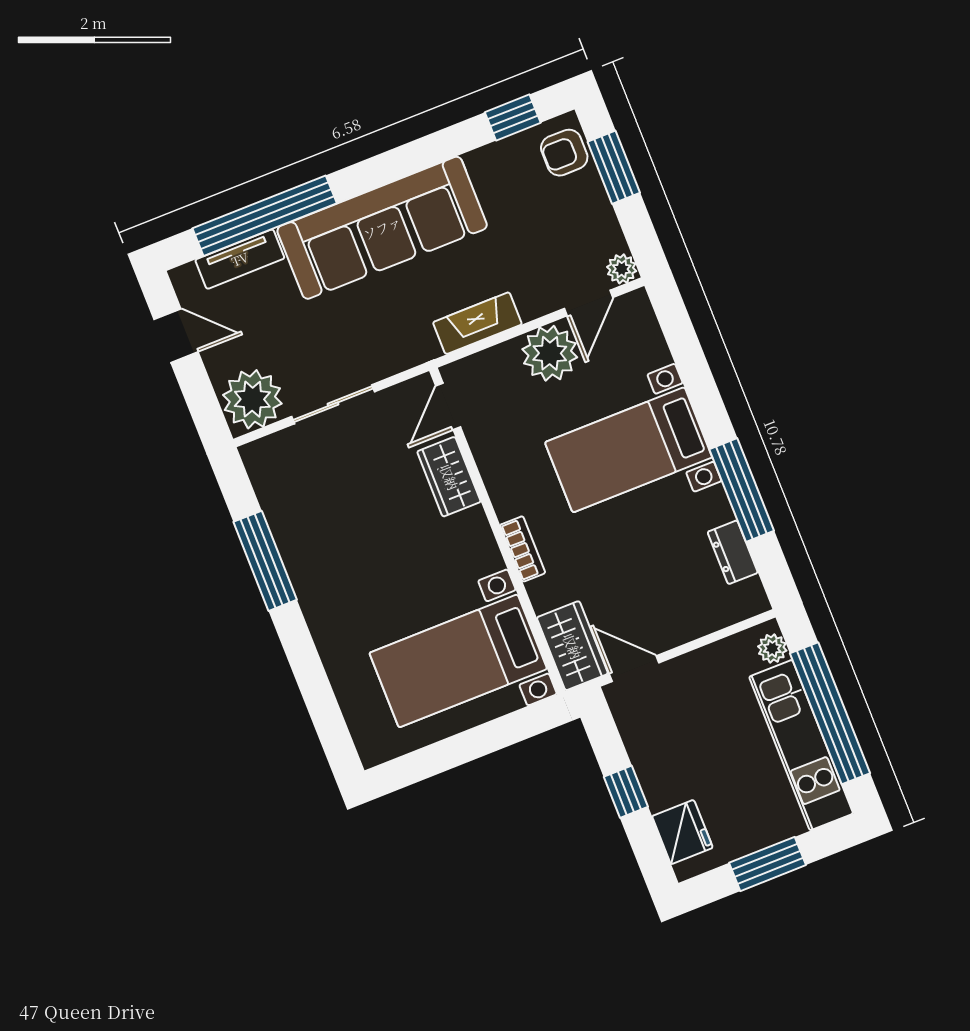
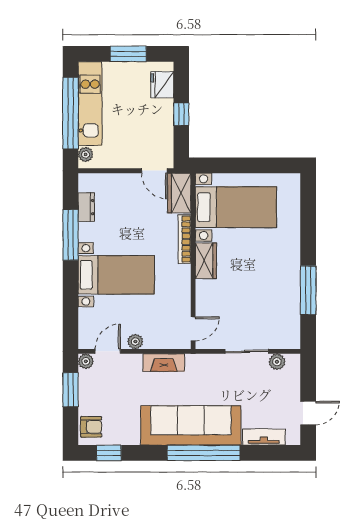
window: (614, 167) -> (71, 390), moved
window: (265, 216) -> (204, 453), moved
door: (176, 336) -> (308, 413), swing flipped
plant: (550, 353) -> (135, 342), width x0.53, depth x0.53
plant: (252, 399) -> (277, 362), width x0.53, depth x0.53
wardrobe: (449, 477) -> (206, 261), moved
bookcase: (523, 549) -> (185, 239), width x1.56

